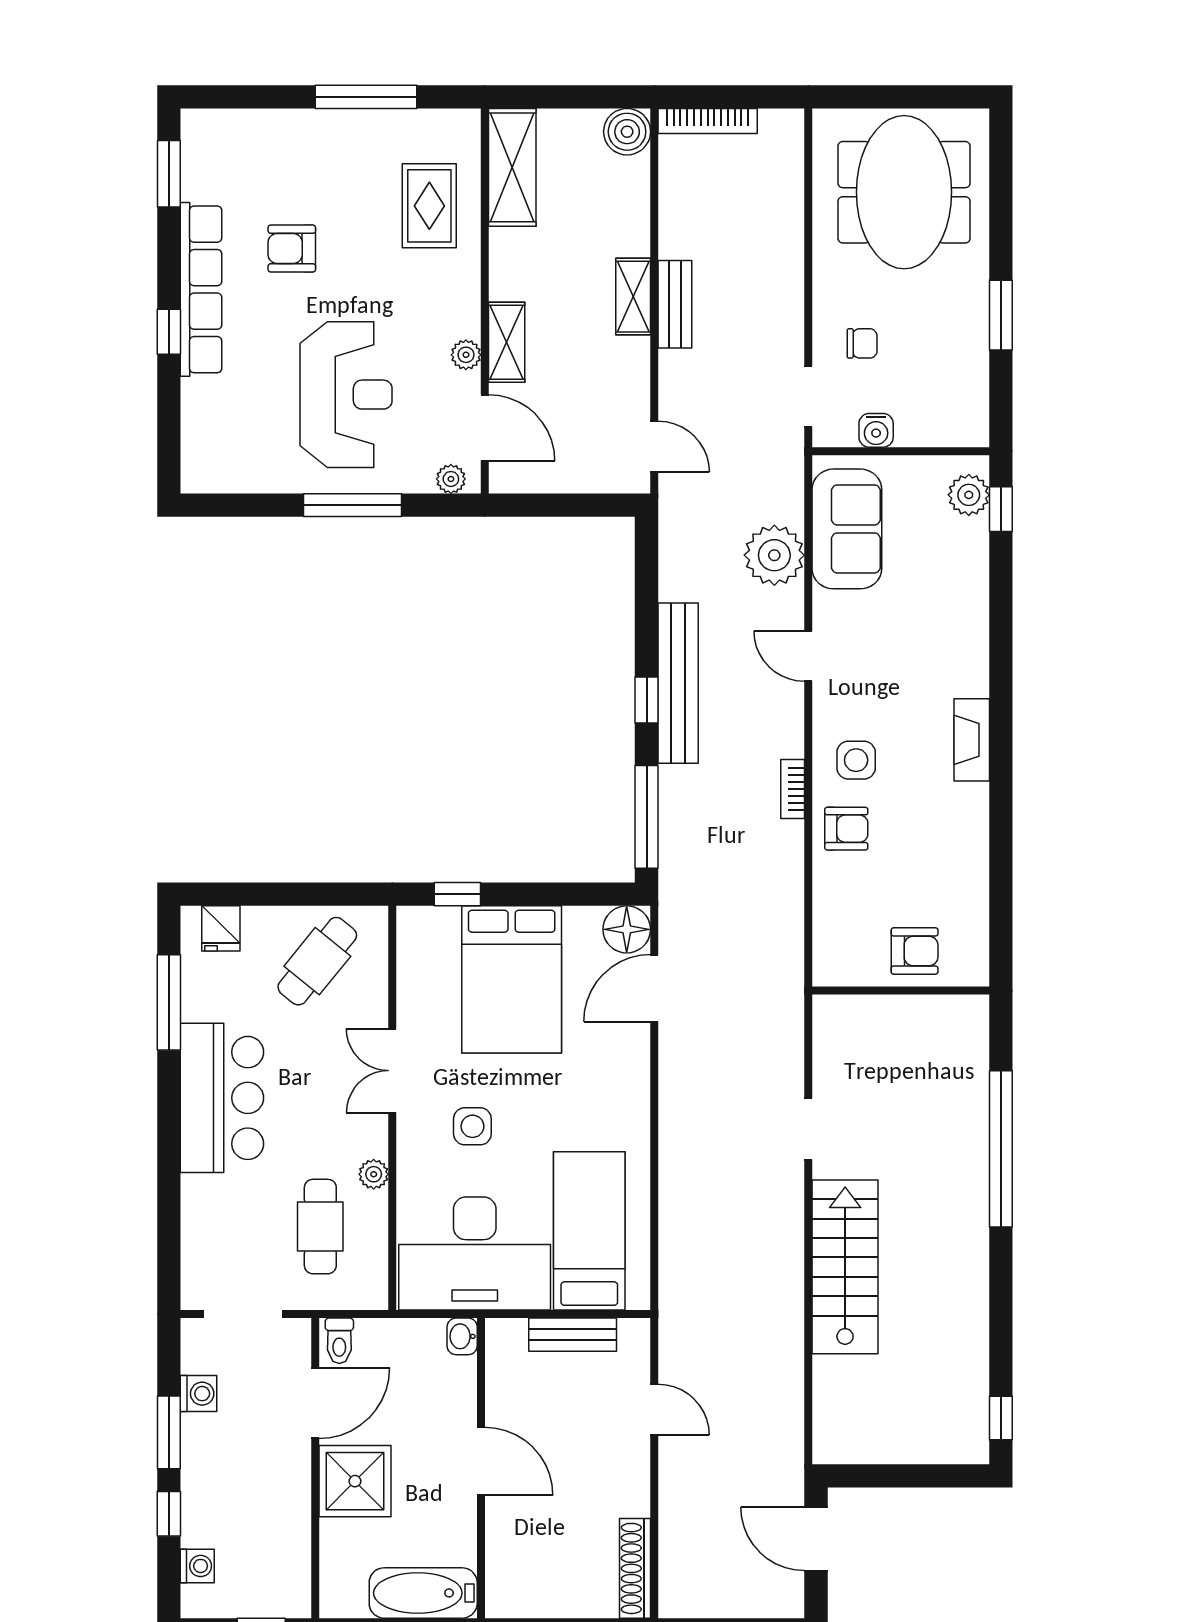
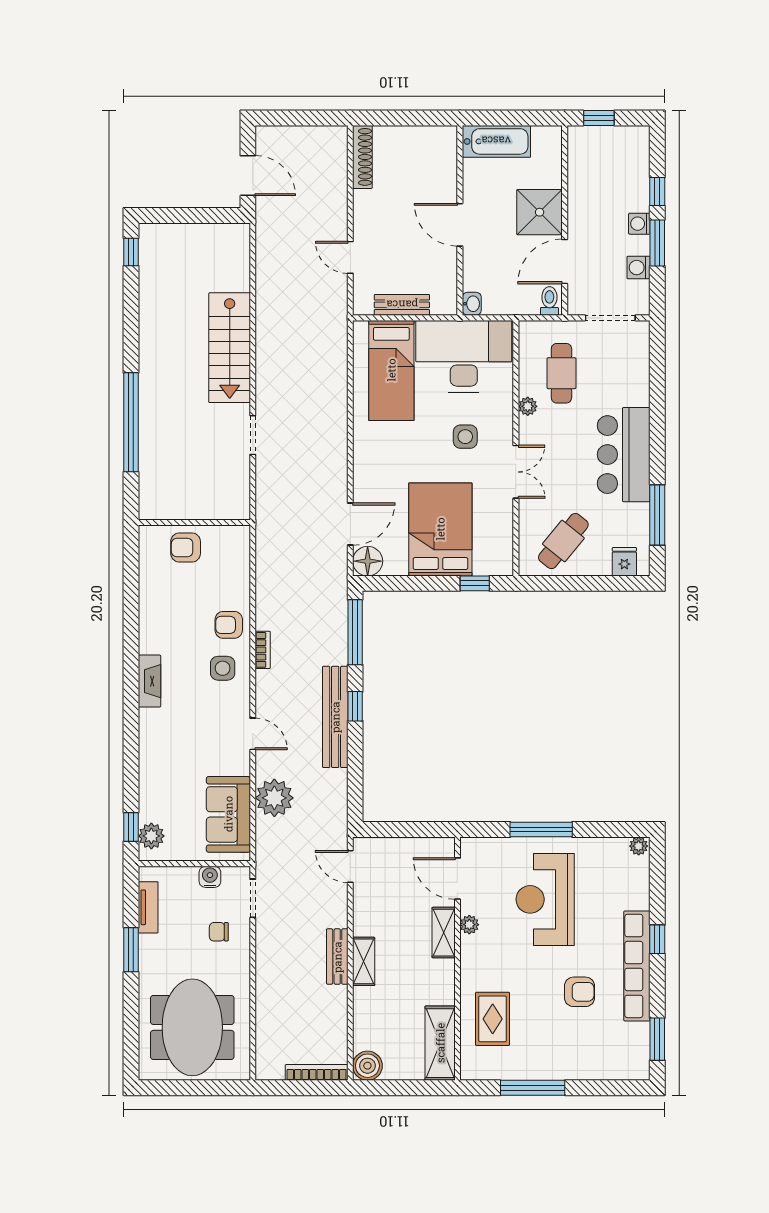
tv unit: (974, 382) -> (148, 907), added
plant: (451, 479) -> (639, 846), moved
washing machine: (197, 1566) -> (639, 224), moved

